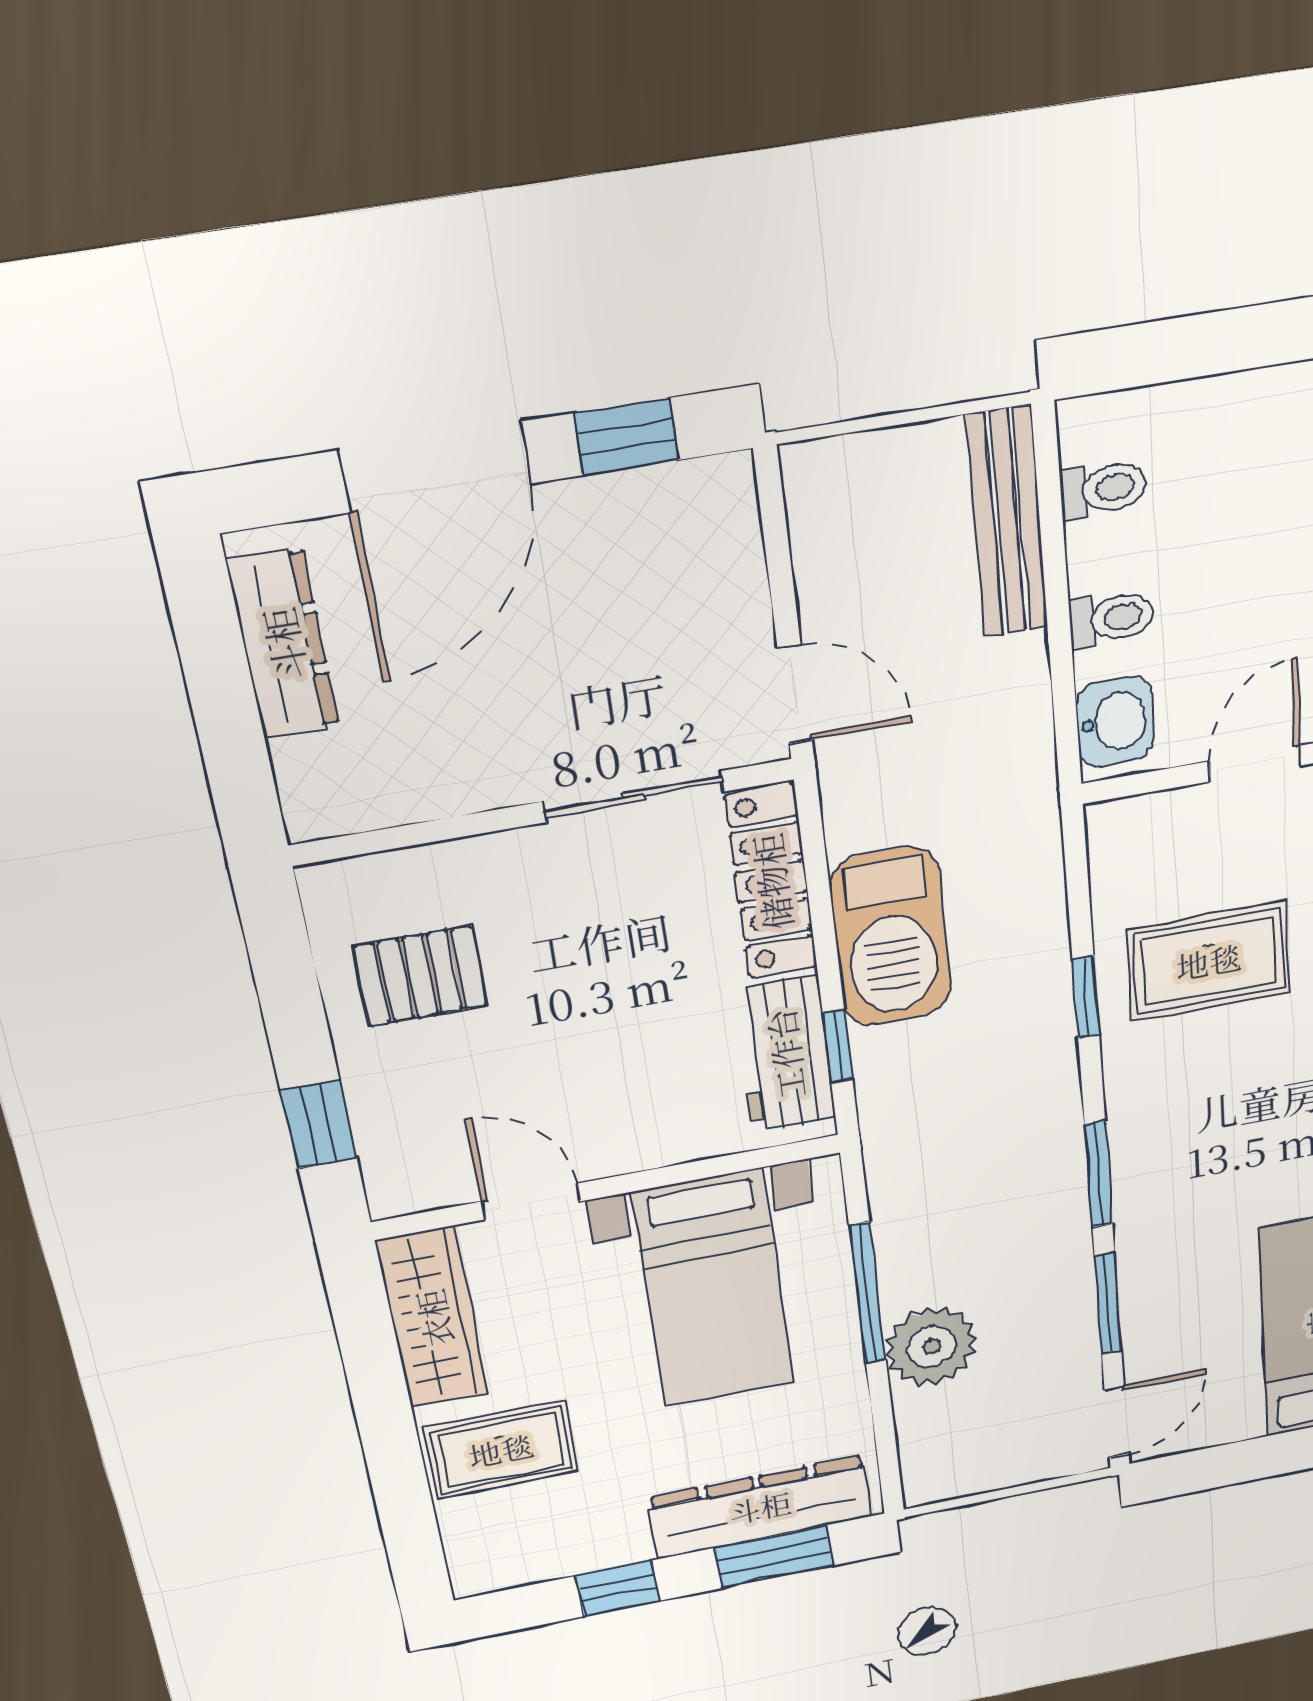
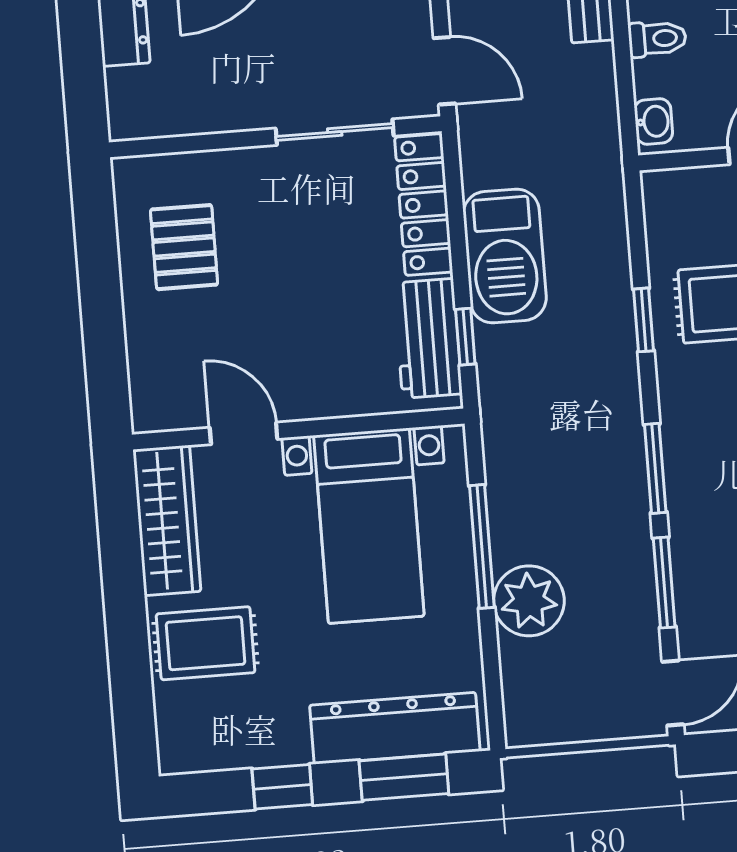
washbasin: (1115, 722) -> (653, 121), width x0.72, depth x0.69
pallet: (420, 976) -> (184, 247), turned 90
window: (319, 1124) -> (105, 352), removed

